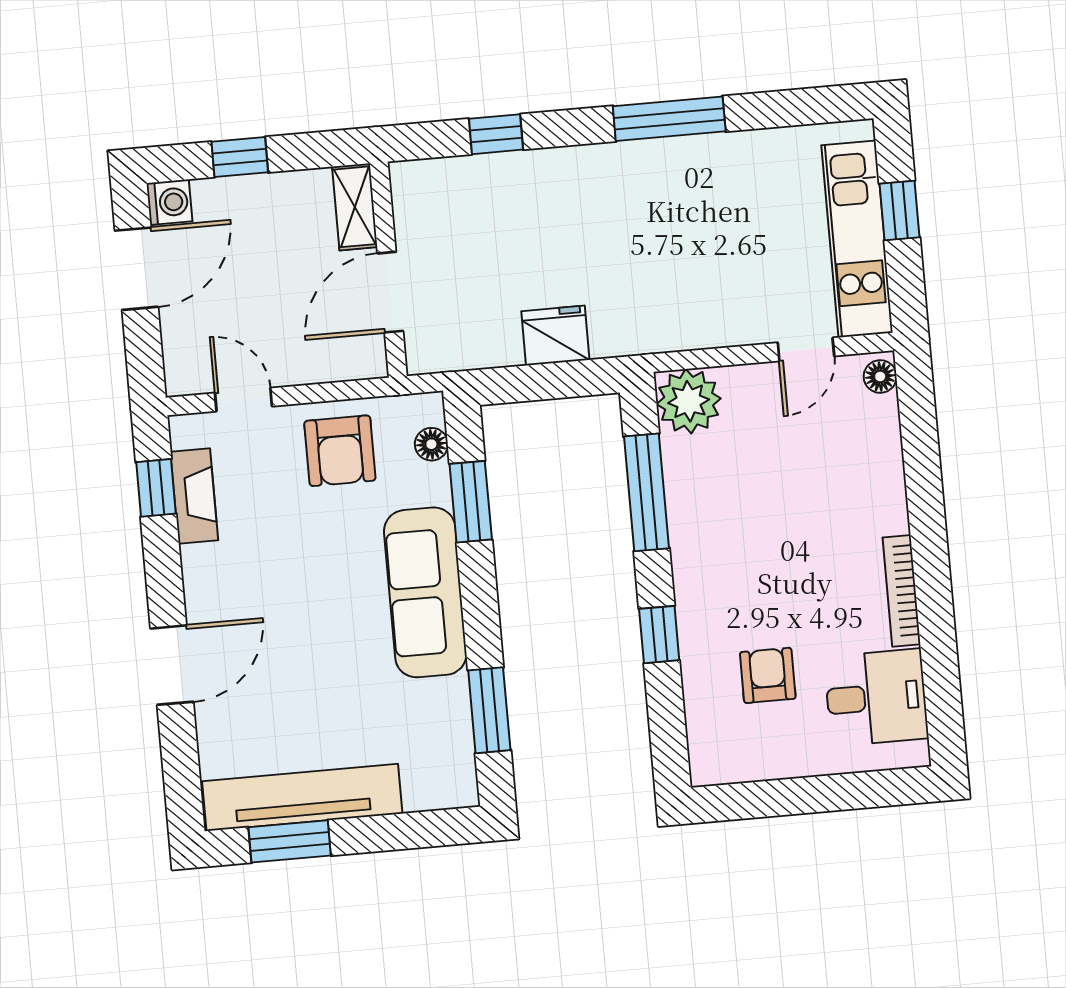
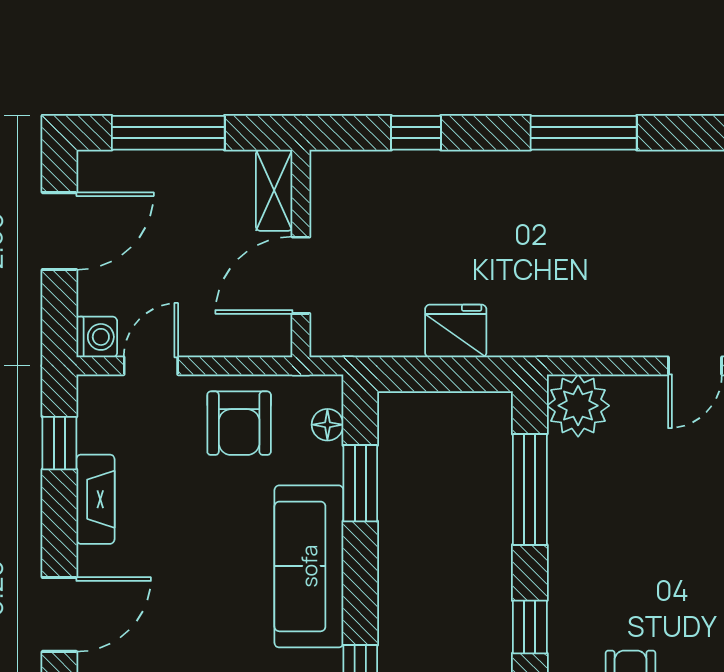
window: (240, 157) -> (168, 133), width x2.17
washing machine: (169, 202) -> (97, 337), moved
door: (243, 400) -> (151, 366), hinge flipped
fireplace: (194, 496) -> (95, 499), moved

